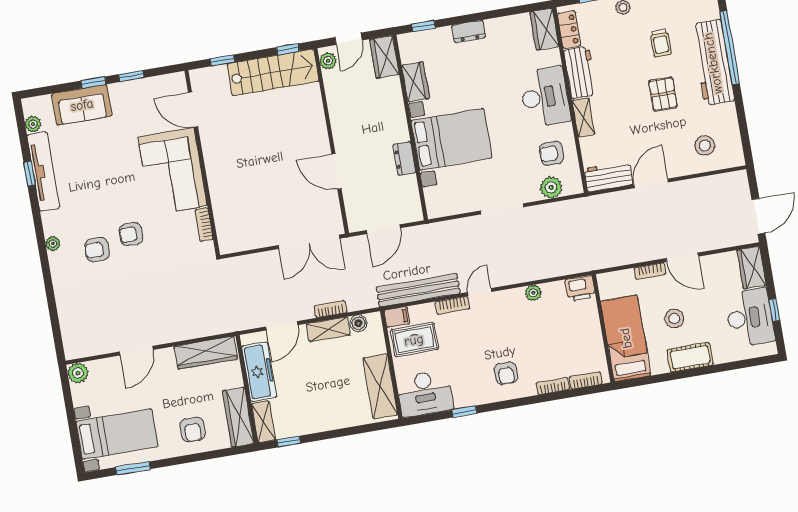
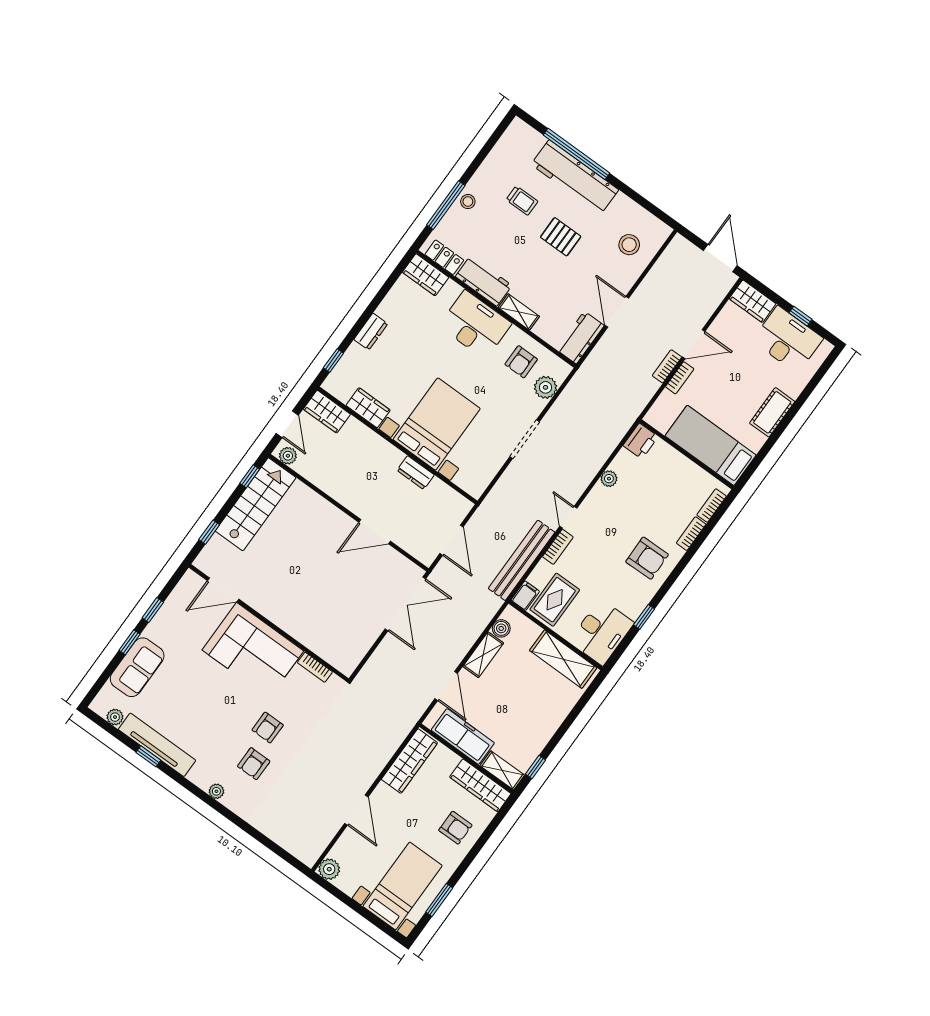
bookcase: (330, 309) -> (667, 366), moved
stool: (674, 319) -> (732, 395), removed
armchair: (506, 373) -> (647, 558), width x1.38, depth x1.38

